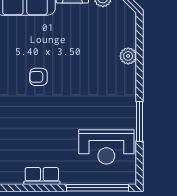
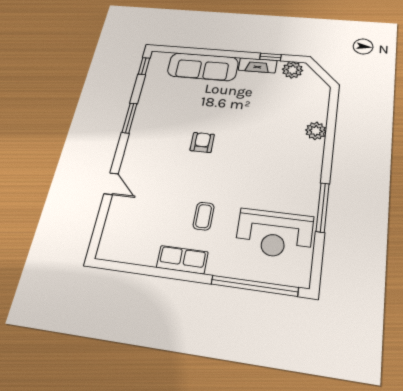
armchair: (38, 77) -> (202, 142), turned 90
coffee table: (51, 140) -> (204, 216), added

